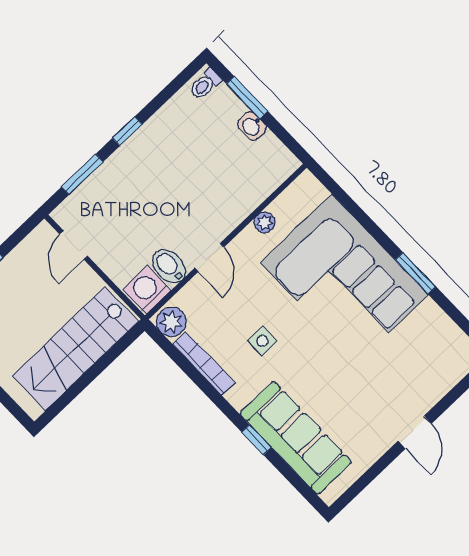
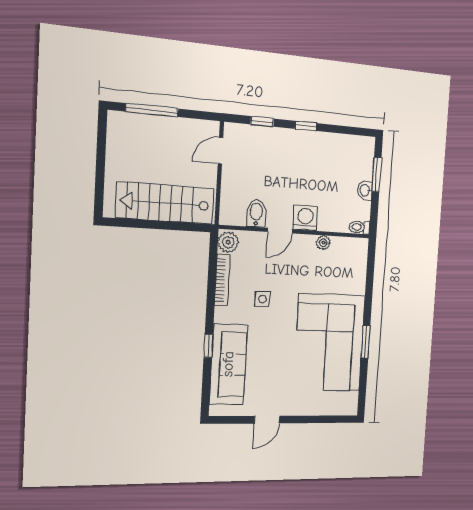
toilet: (205, 84) -> (359, 227), moved
window: (82, 174) -> (262, 121), width x0.67
corner sofa: (344, 279) -> (329, 343), moved
washing machine: (147, 290) -> (305, 218), moved
door: (415, 432) -> (267, 420), moved

